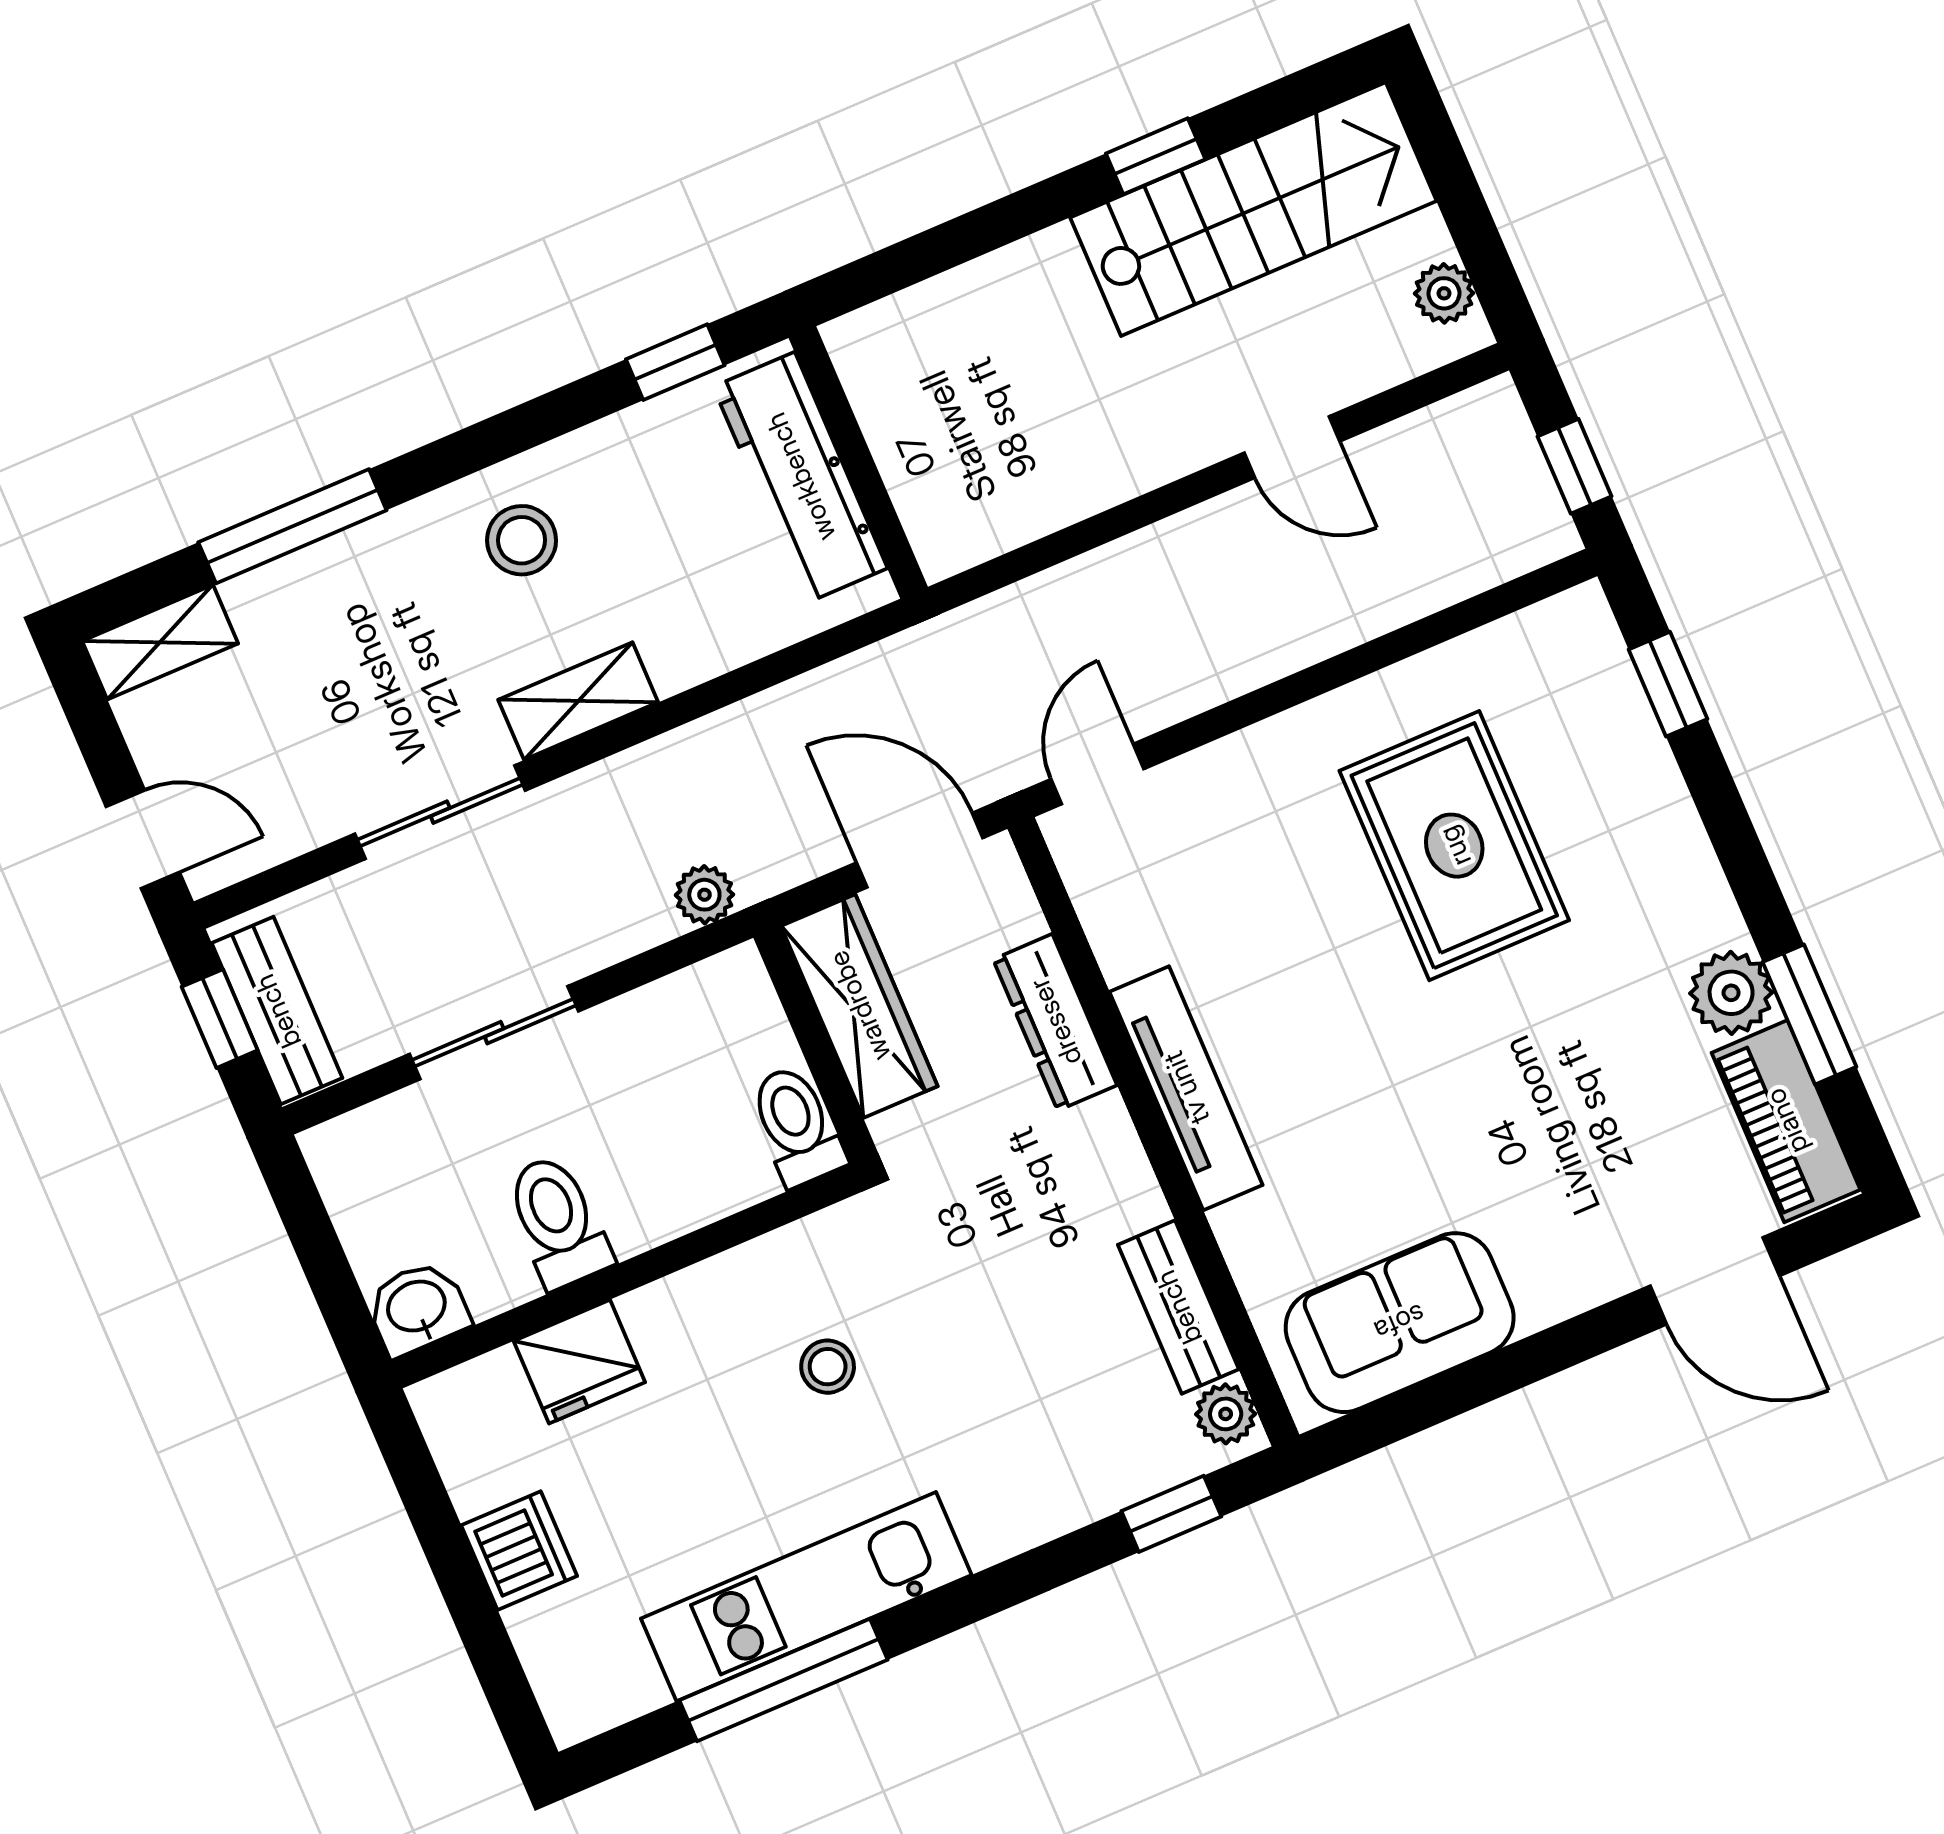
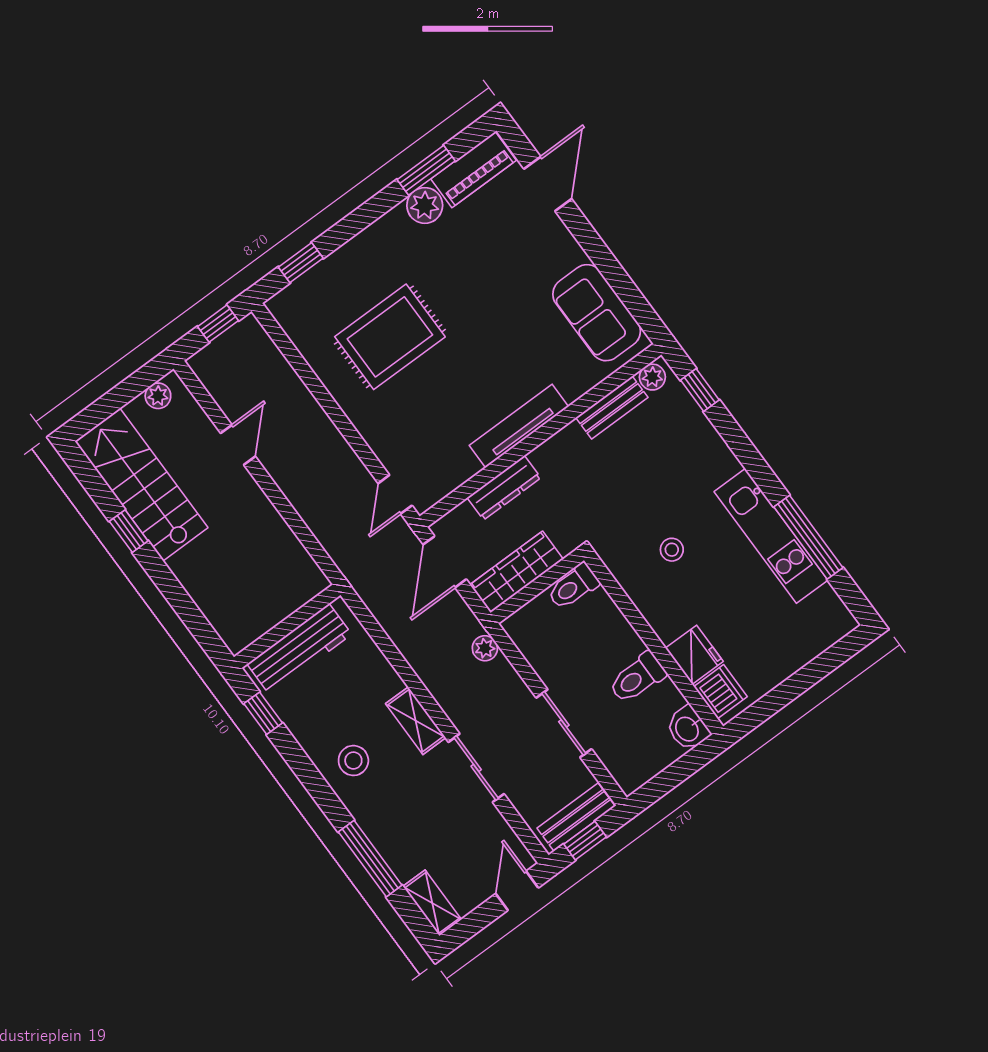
door: (1098, 774) -> (395, 494), hinge flipped
dishwasher: (519, 1551) -> (720, 692), moved, turned 90

